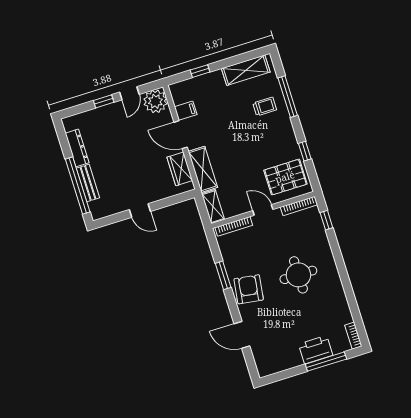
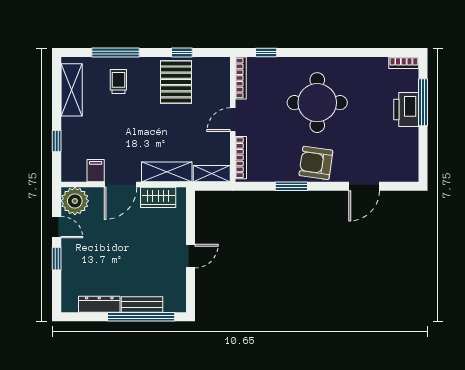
pallet: (285, 177) -> (176, 82), moved
round table: (298, 275) -> (317, 103), width x1.36, depth x1.36

